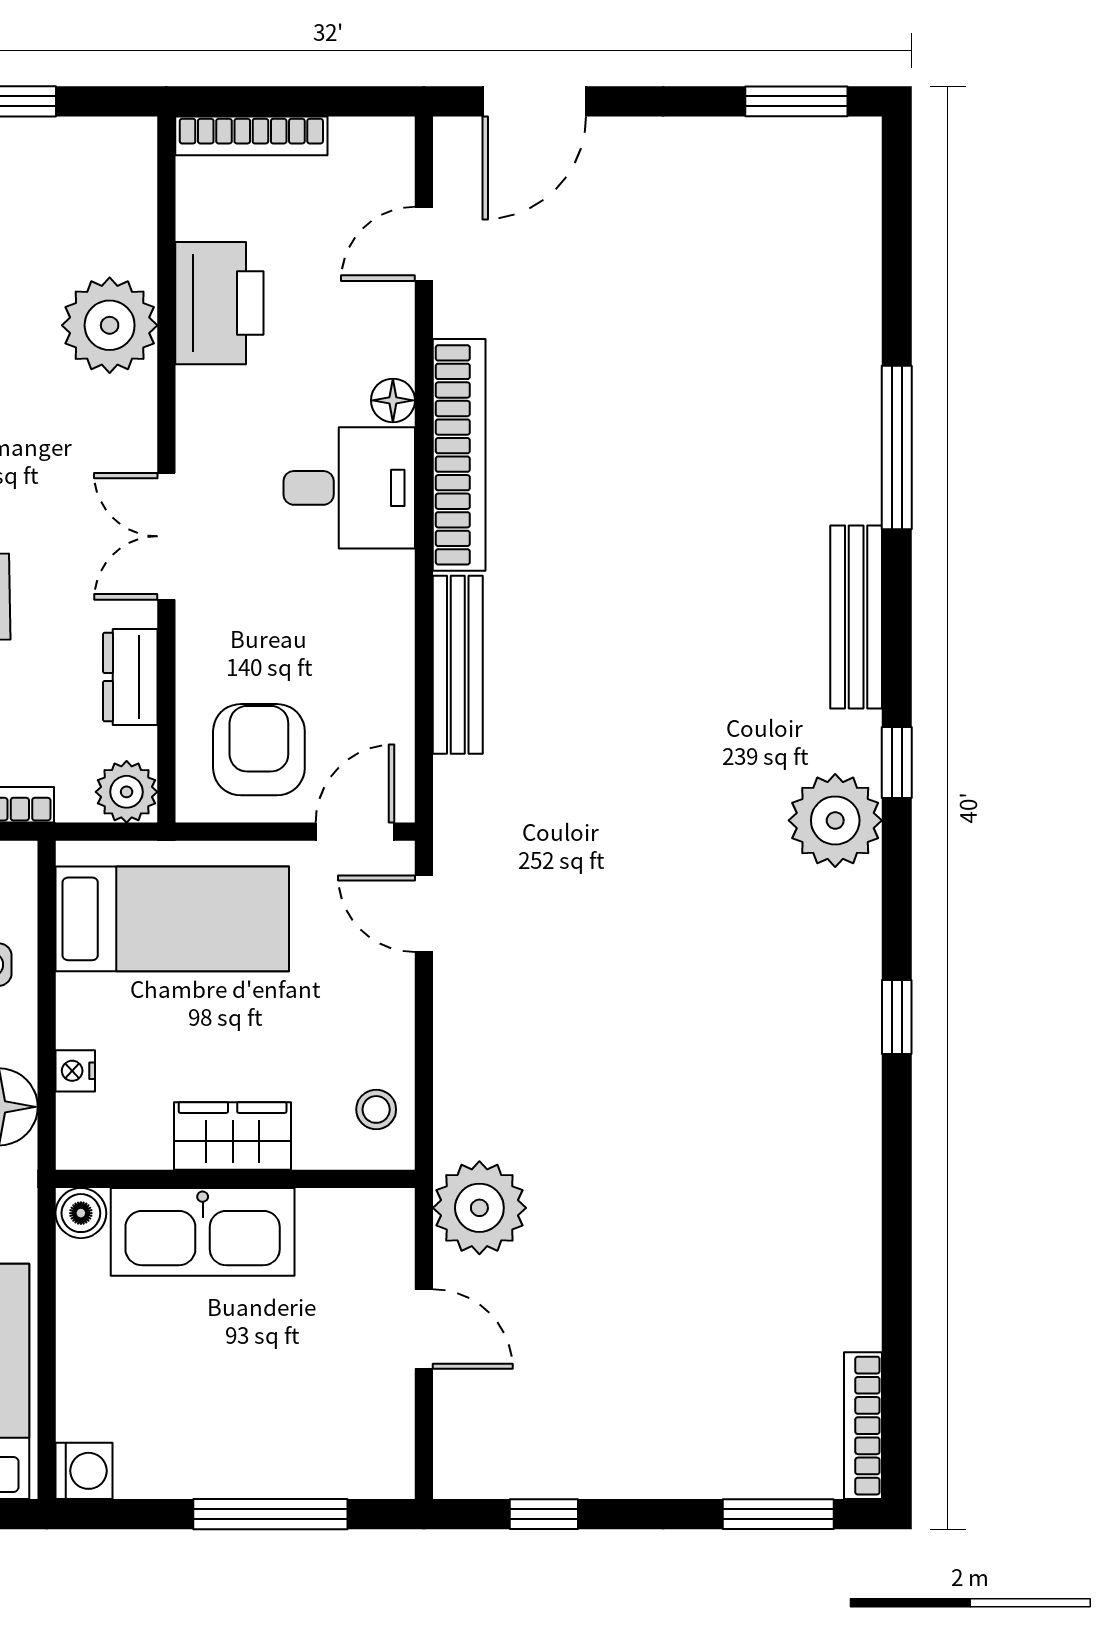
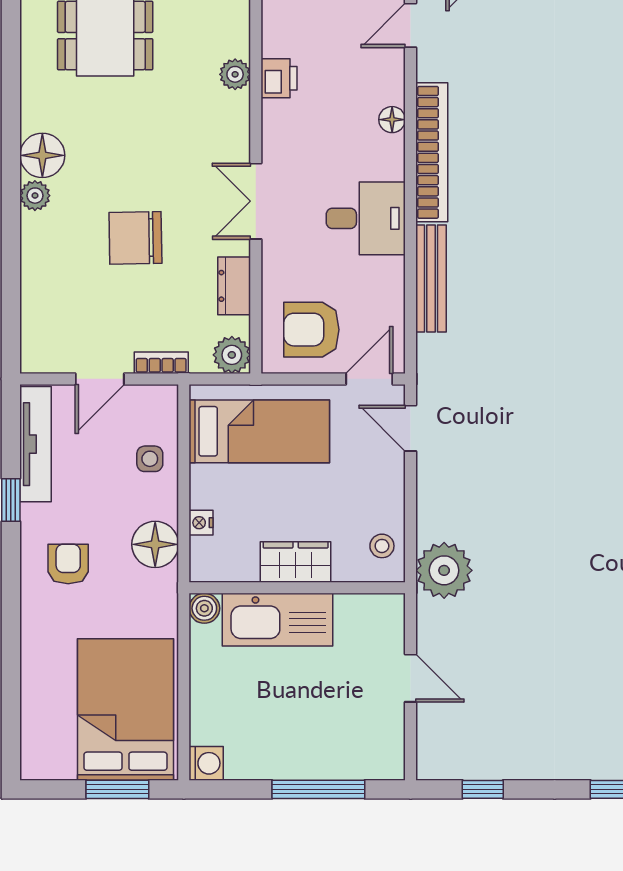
printer: (219, 303) -> (279, 78), width x0.53, depth x0.68
plant: (110, 325) -> (235, 74), width x0.53, depth x0.53
desk: (349, 488) -> (366, 218), moved
armchair: (259, 750) -> (311, 330), turned -90
plant: (479, 1208) -> (444, 570), moved

